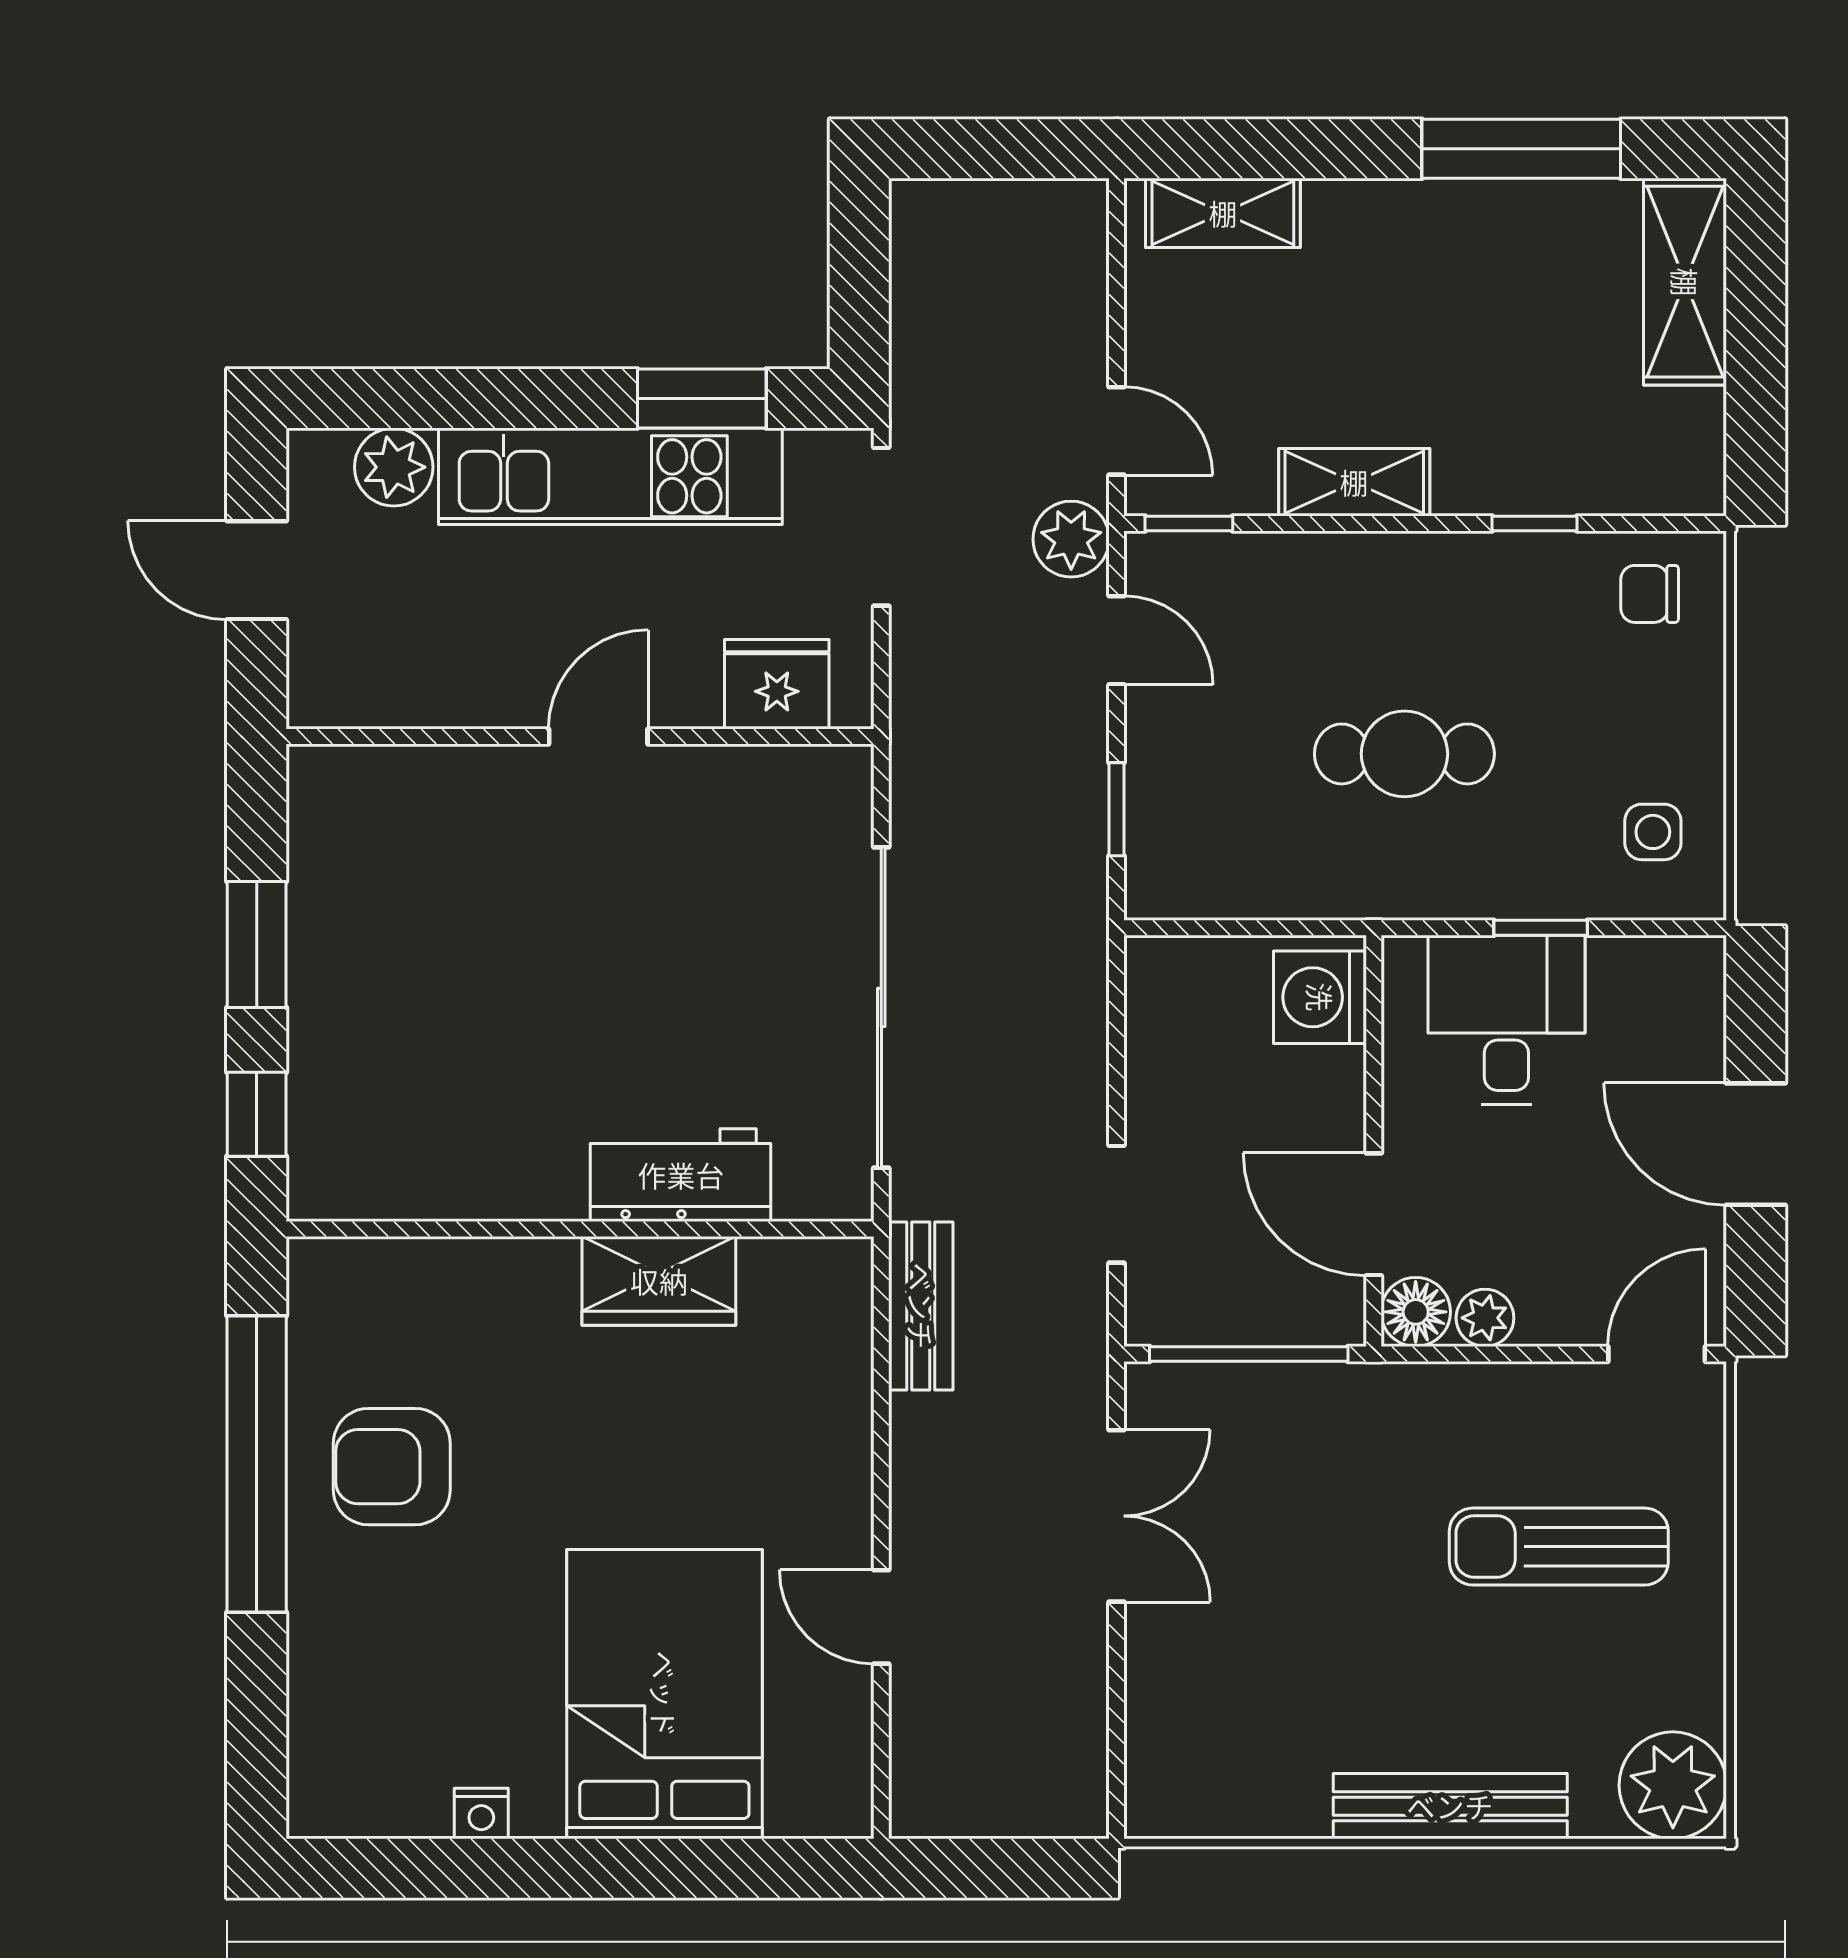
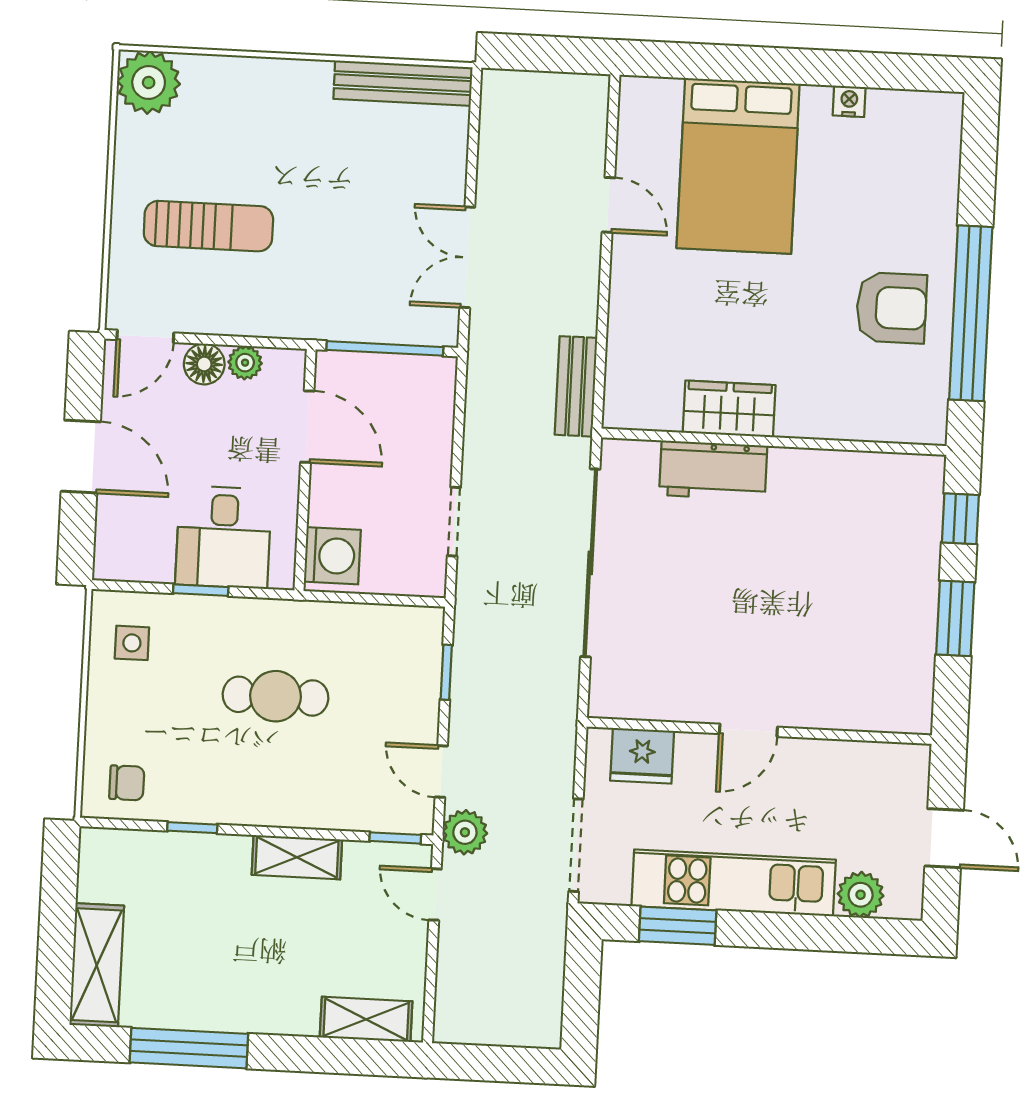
doorway: (1116, 1204) -> (454, 522), moved
floor lamp: (1416, 1312) -> (204, 364), moved
bench: (1450, 1806) -> (403, 83), moved

